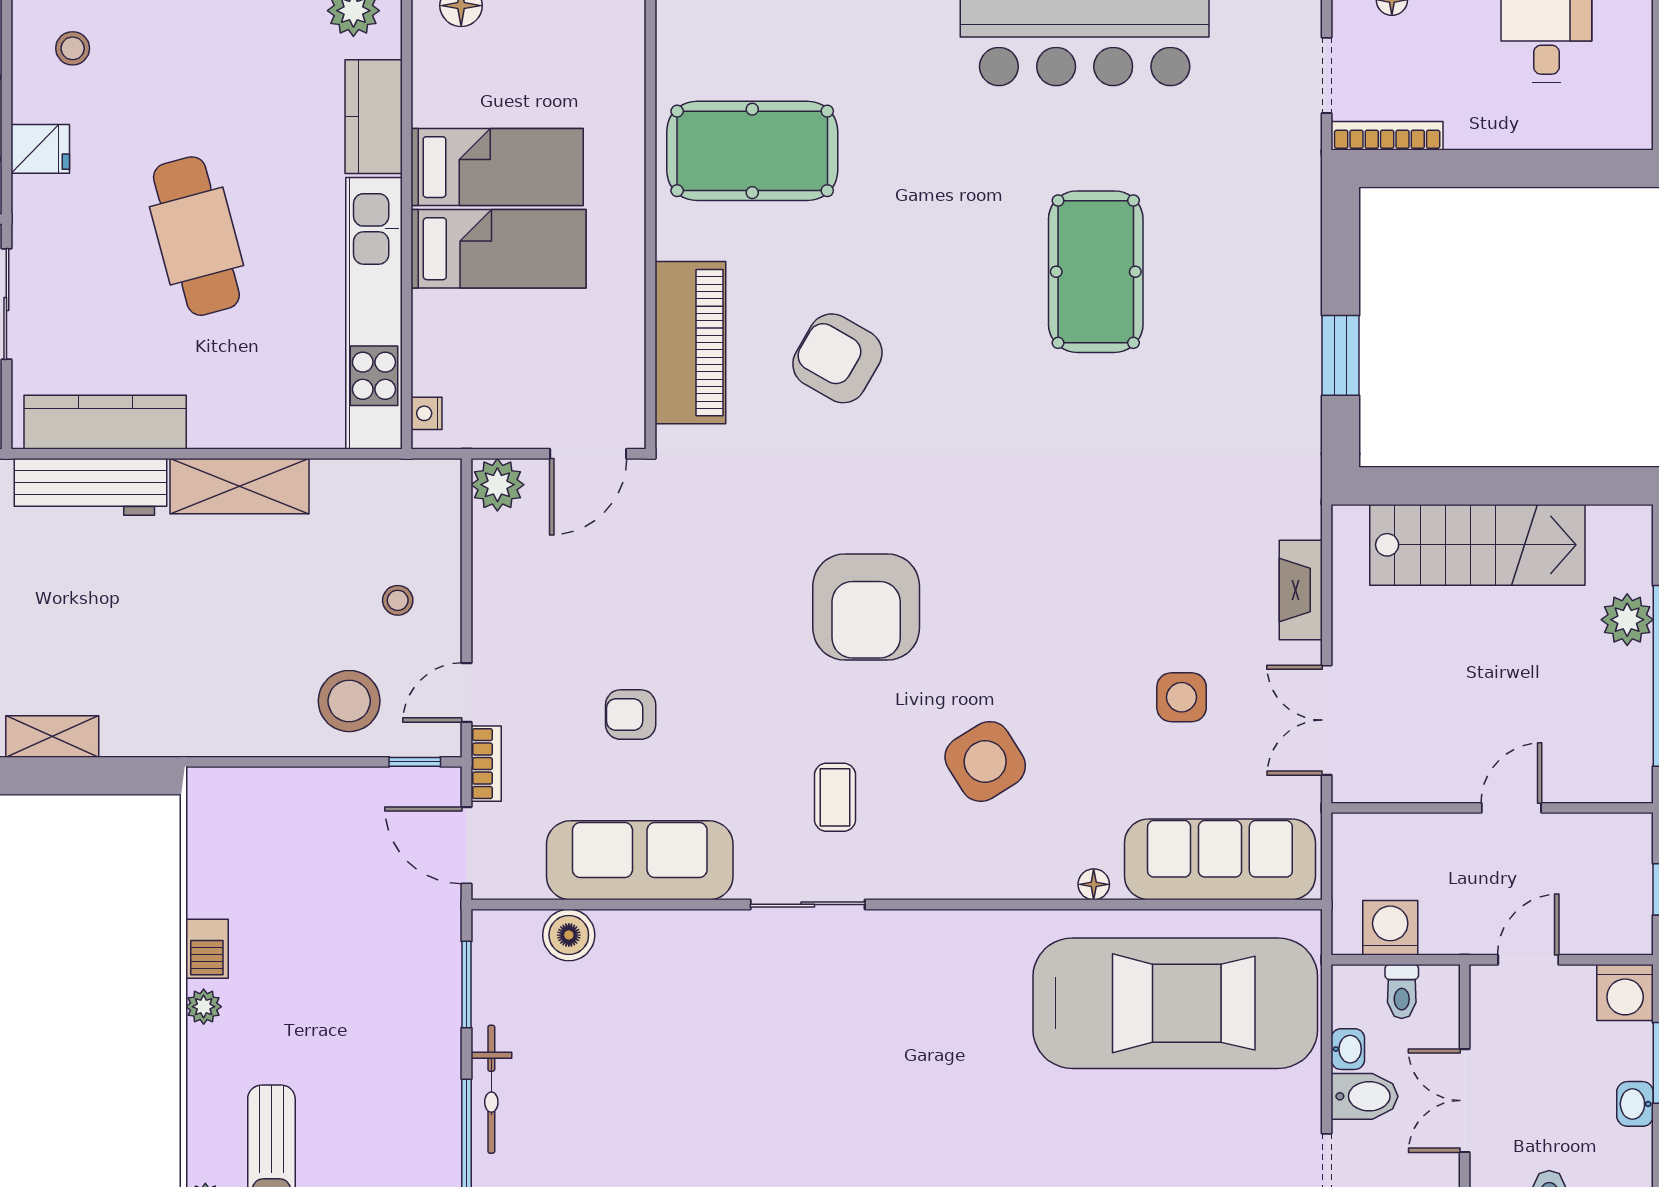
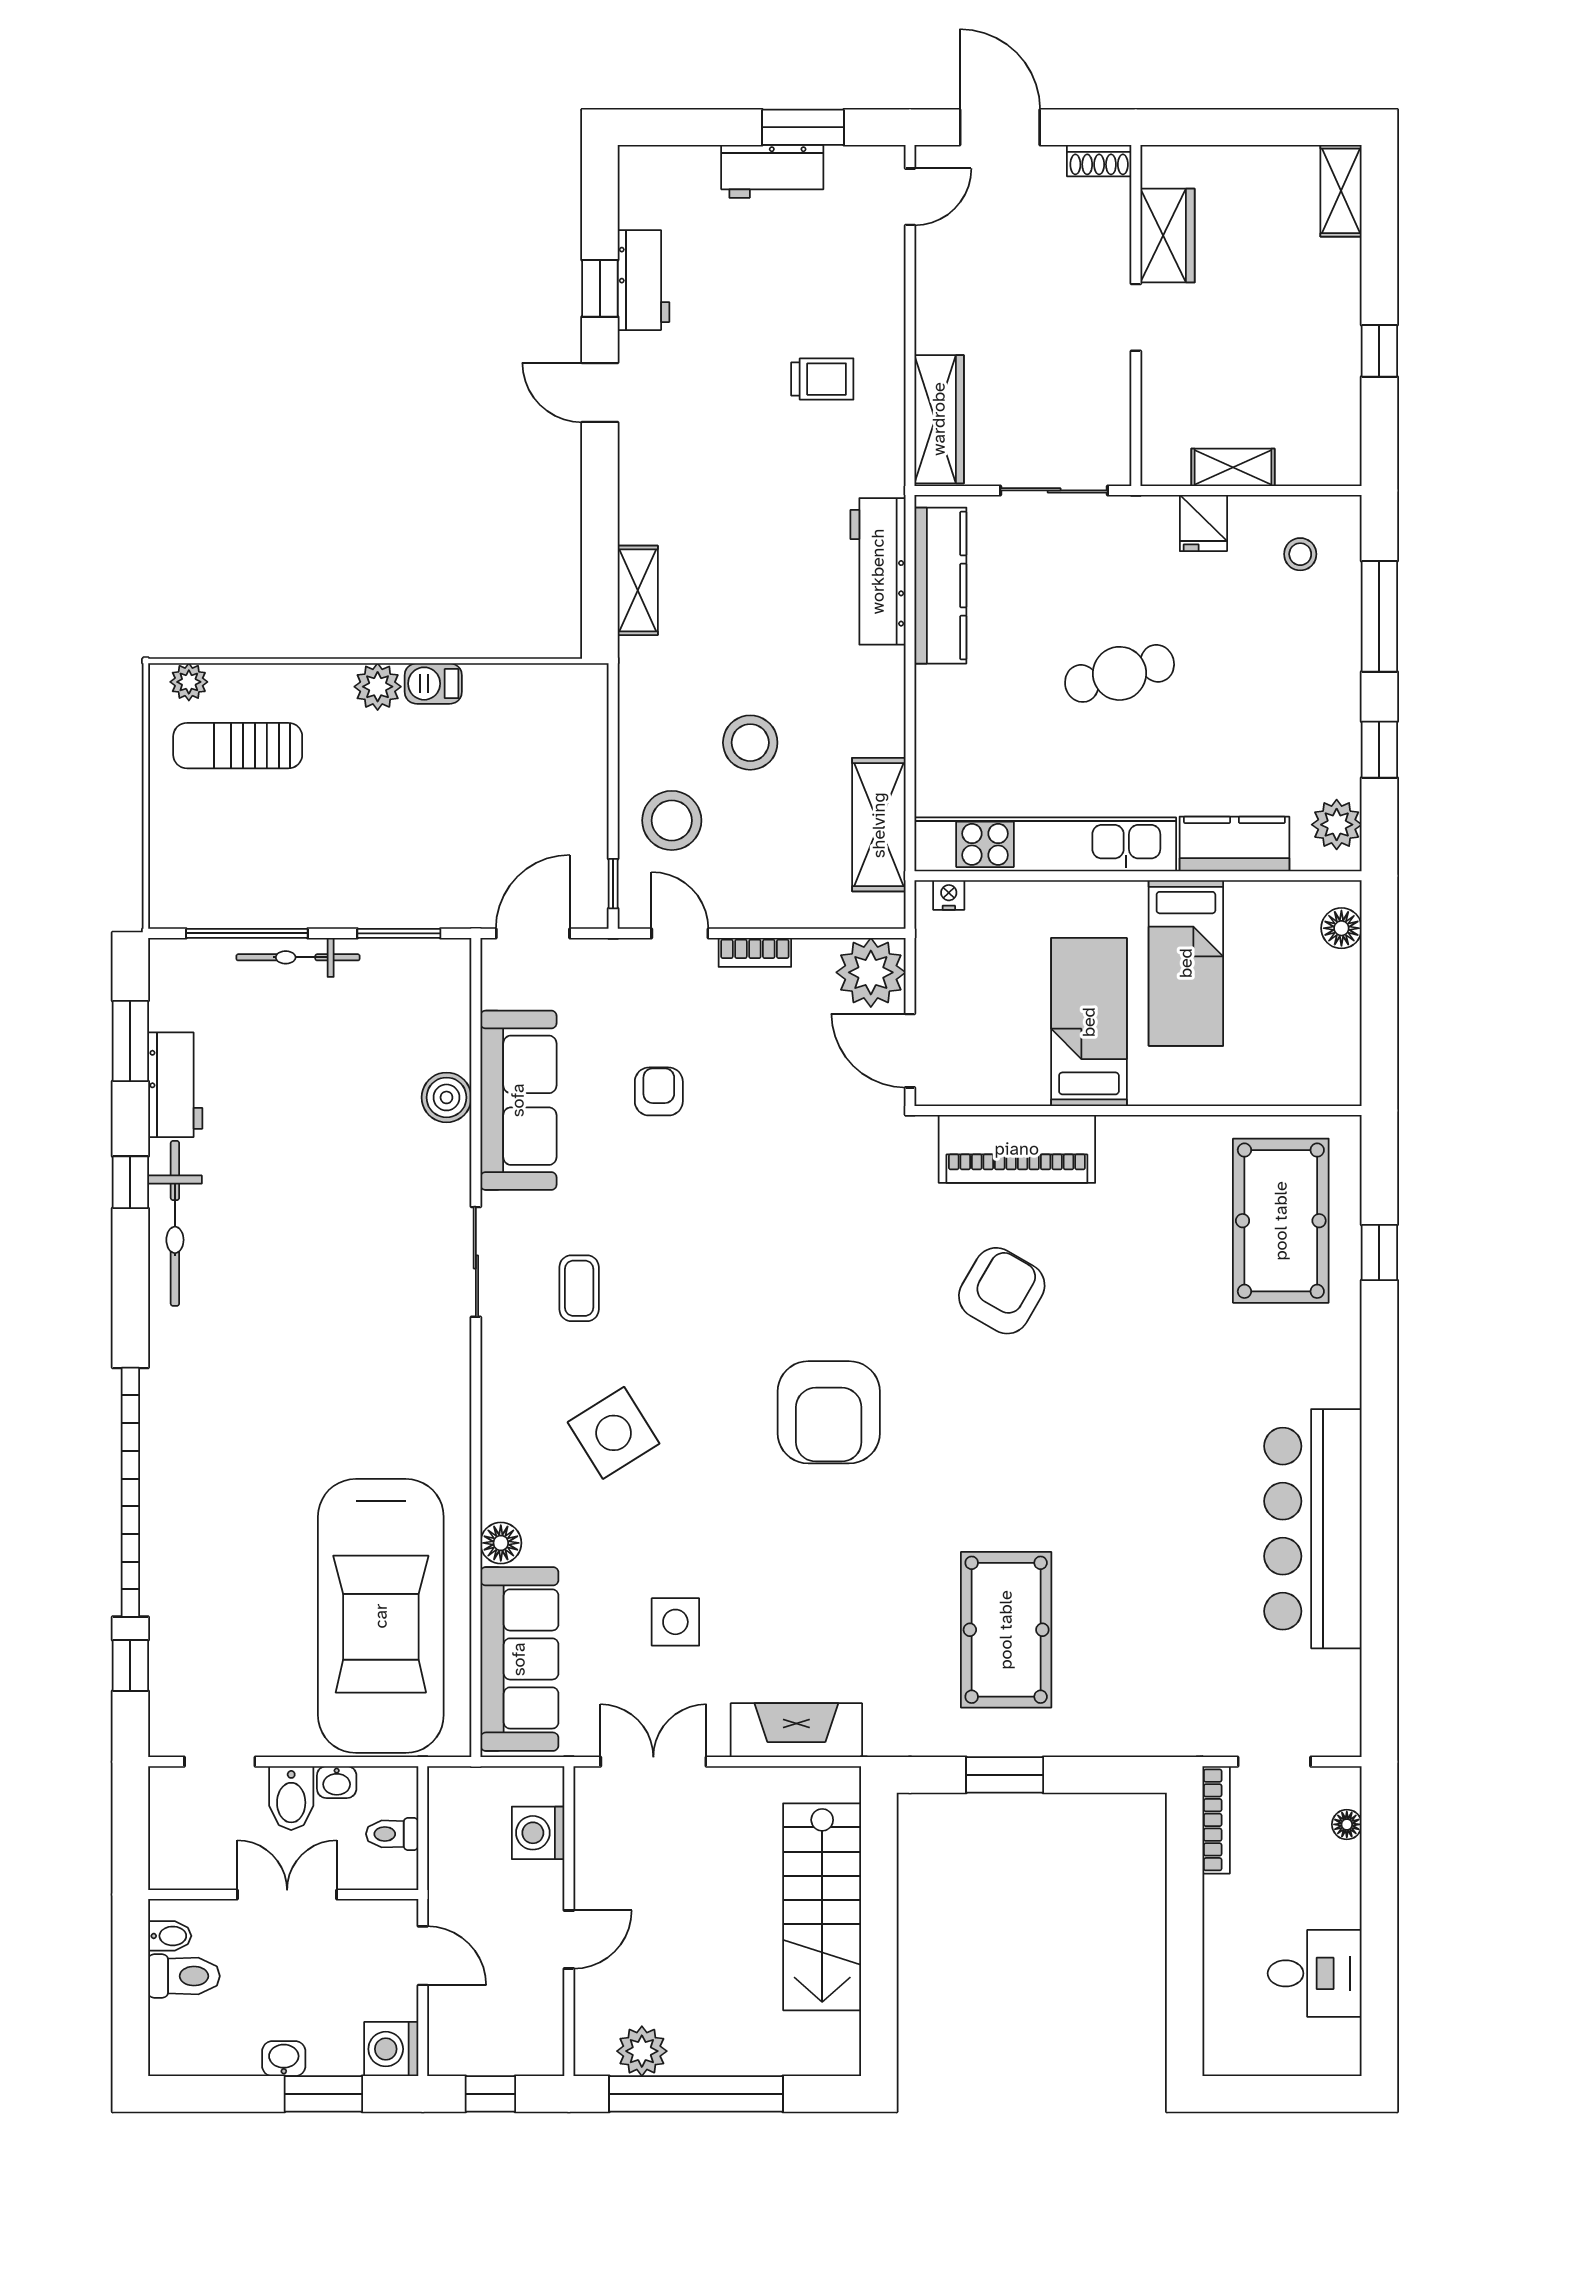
pool table: (752, 151) -> (1281, 1221), moved
cafe table: (196, 236) -> (1120, 673), width x0.73, depth x0.74
bed: (499, 249) -> (1089, 1022), moved, turned 180
pool table: (1096, 272) -> (1006, 1630), moved, turned 90
plant: (497, 485) -> (871, 972), width x1.36, depth x1.36
shelving: (240, 486) -> (879, 825), moved
fireplace: (1301, 590) -> (796, 1730), width x1.37, depth x1.32
stool: (398, 600) -> (750, 743), moved, width x1.89, depth x1.89
armchair: (866, 607) -> (829, 1412), moved, turned -90
plant: (1627, 620) -> (642, 2051), moved
shelving: (52, 736) -> (638, 590), moved
bookcase: (486, 764) -> (755, 952), moved
coffee table: (835, 797) -> (579, 1288), turned 90
door: (1511, 808) -> (569, 1940), hinge flipped
floor lamp: (1094, 884) -> (501, 1543), width x1.37, depth x1.37
washing machine: (1390, 928) -> (538, 1833), moved, turned 180
boiler: (569, 935) -> (446, 1097), moved
plant: (204, 1007) -> (378, 687), width x1.38, depth x1.38

